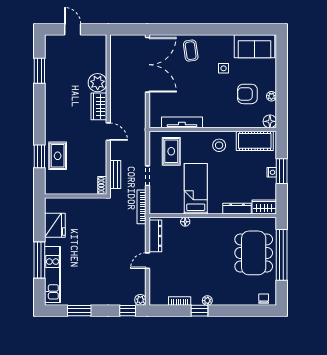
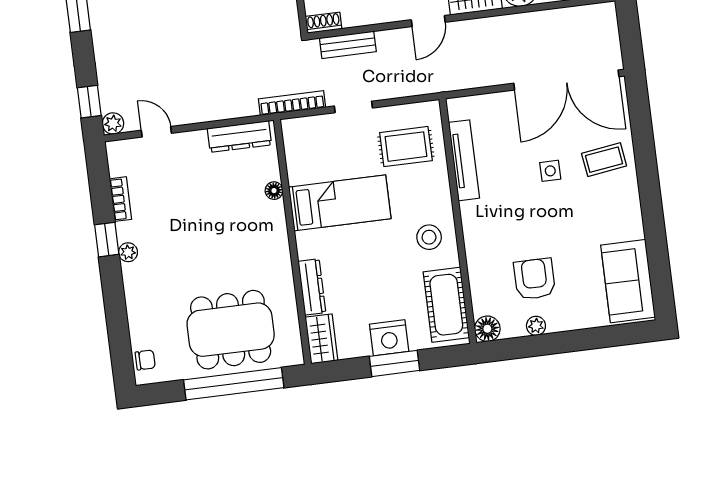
side table: (224, 68) -> (550, 171), moved
nightstand: (272, 172) -> (389, 338), width x1.89, depth x1.79
door: (147, 261) -> (156, 132), moved

